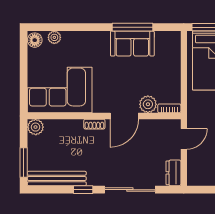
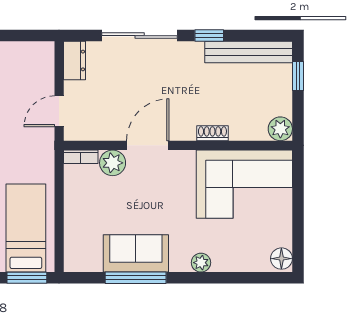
plant: (54, 37) -> (201, 263), moved
shoe rack: (94, 124) -> (212, 133), moved
window: (24, 162) -> (298, 76), width x0.67

